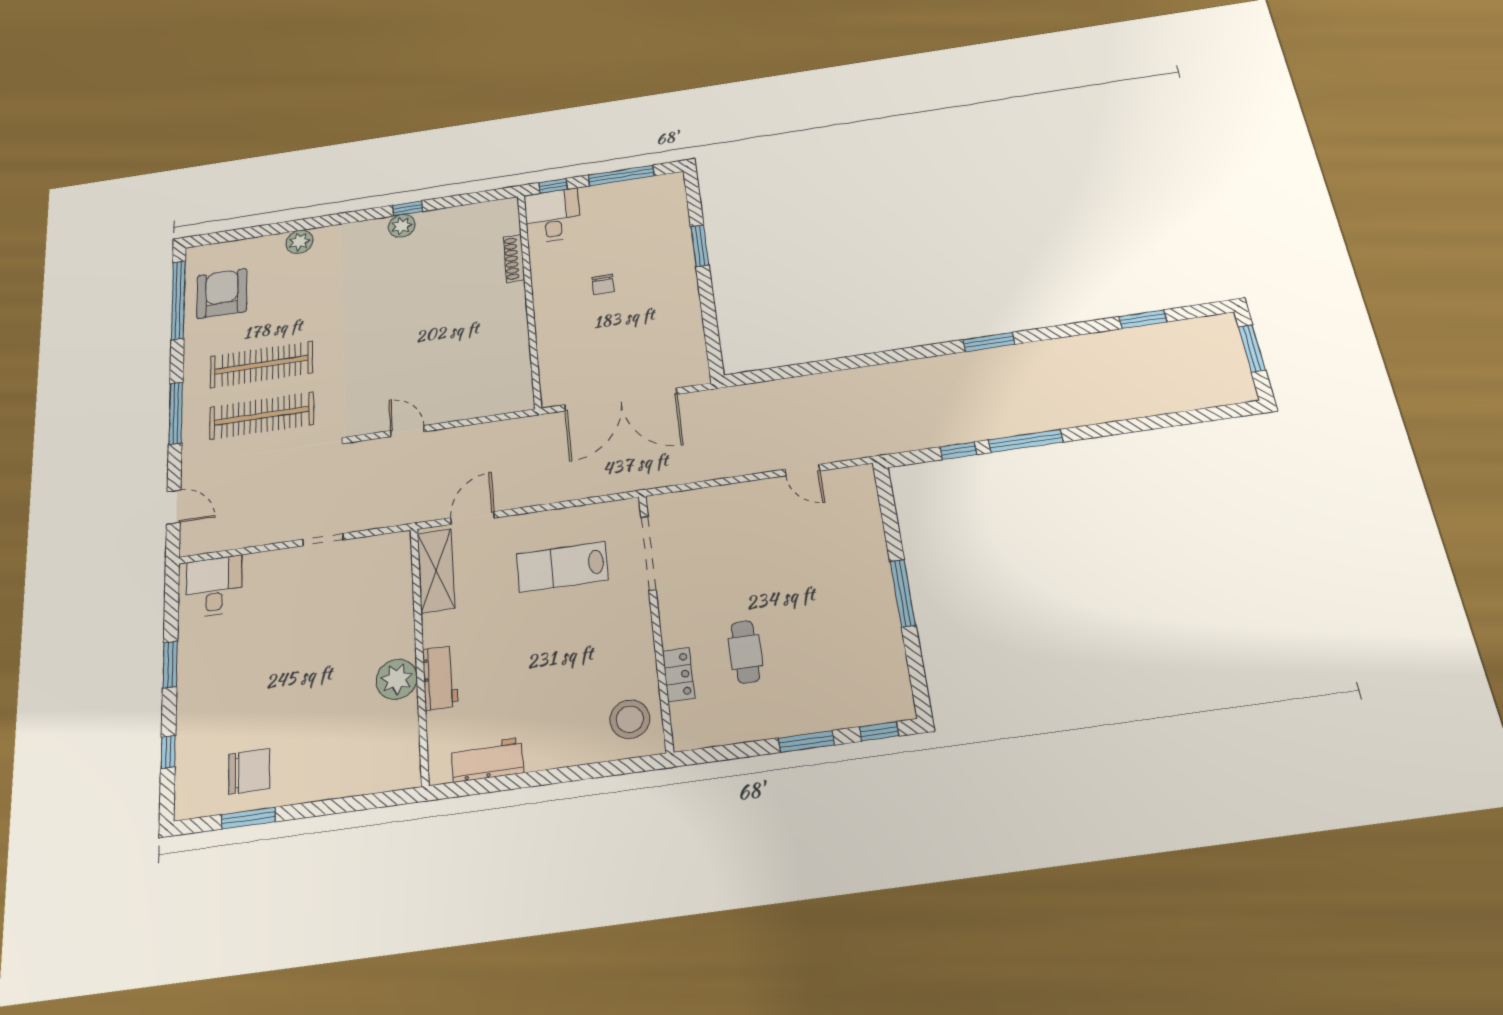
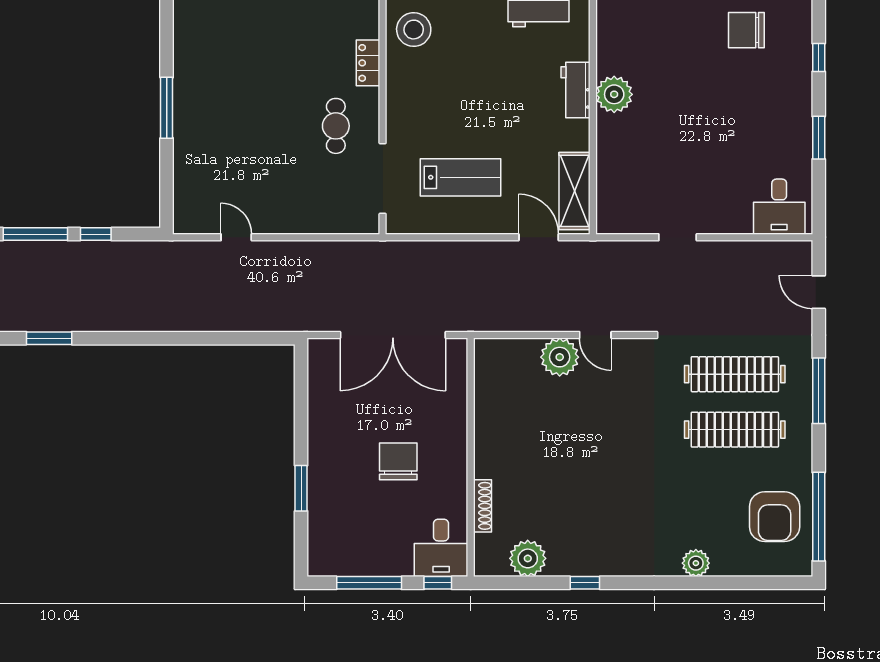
plant: (402, 226) -> (528, 558), moved, width x1.36, depth x1.36
chair: (603, 284) -> (398, 461), width x1.87, depth x1.87
double door: (621, 400) -> (393, 335), swing flipped
plant: (443, 405) -> (560, 357), added
door: (472, 518) -> (539, 237), swing flipped
cafe table: (745, 652) -> (336, 126), moved

